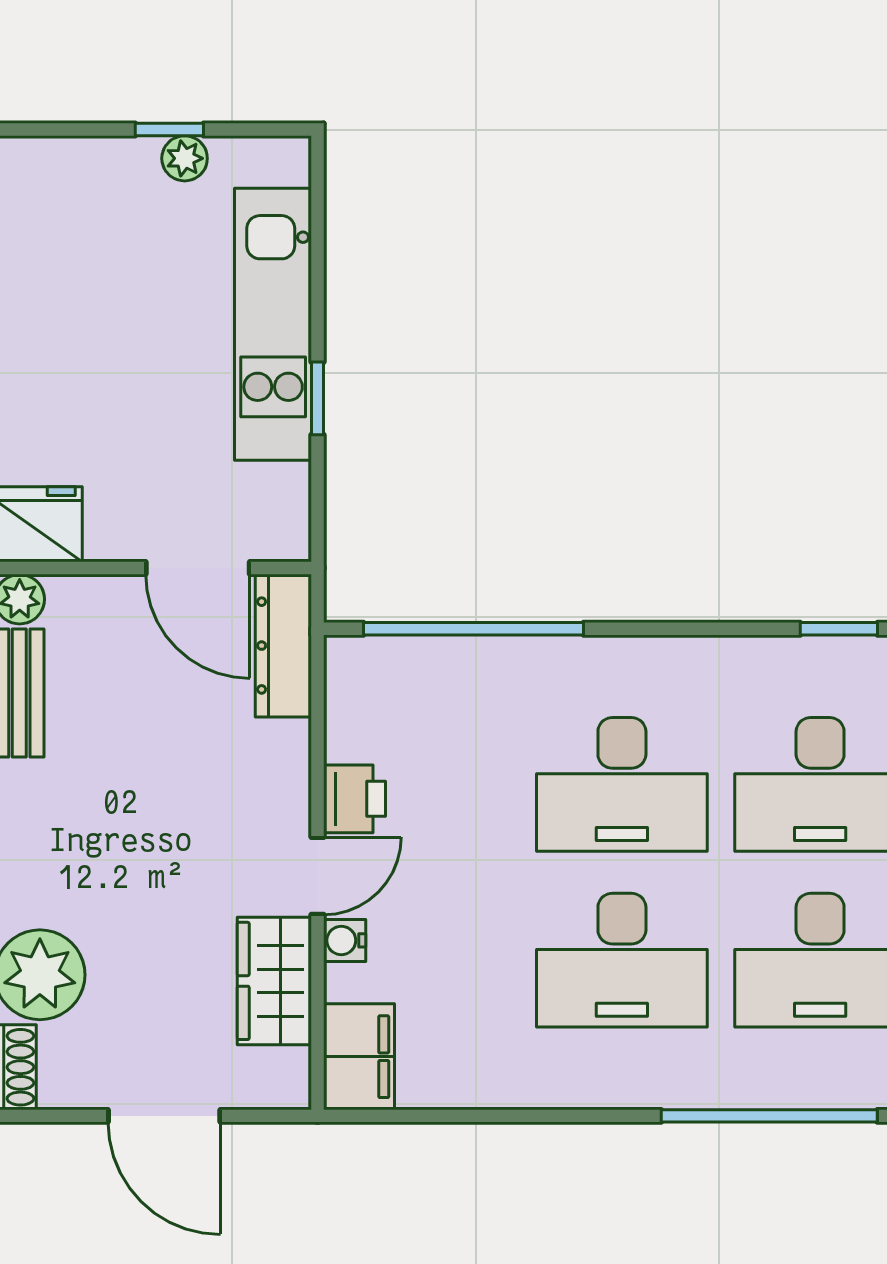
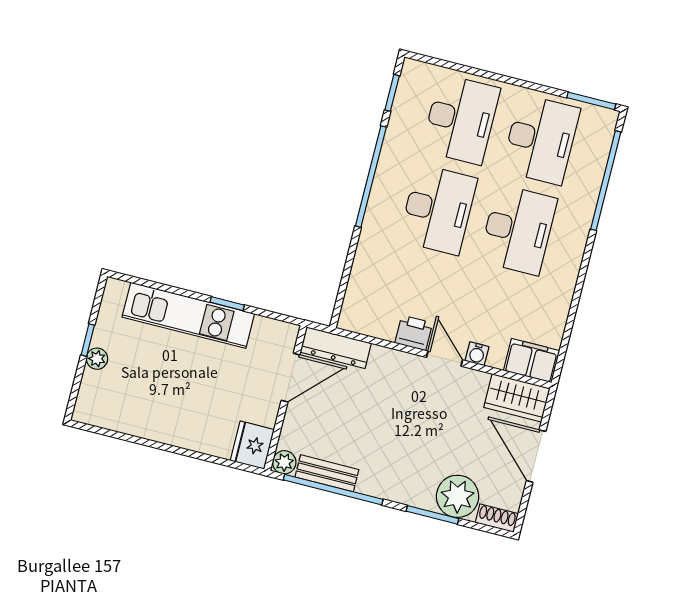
plant: (185, 158) -> (97, 359), moved
window: (473, 629) -> (371, 177), moved
wardrobe: (274, 981) -> (517, 398), moved
door: (164, 1116) -> (536, 456), swing flipped

